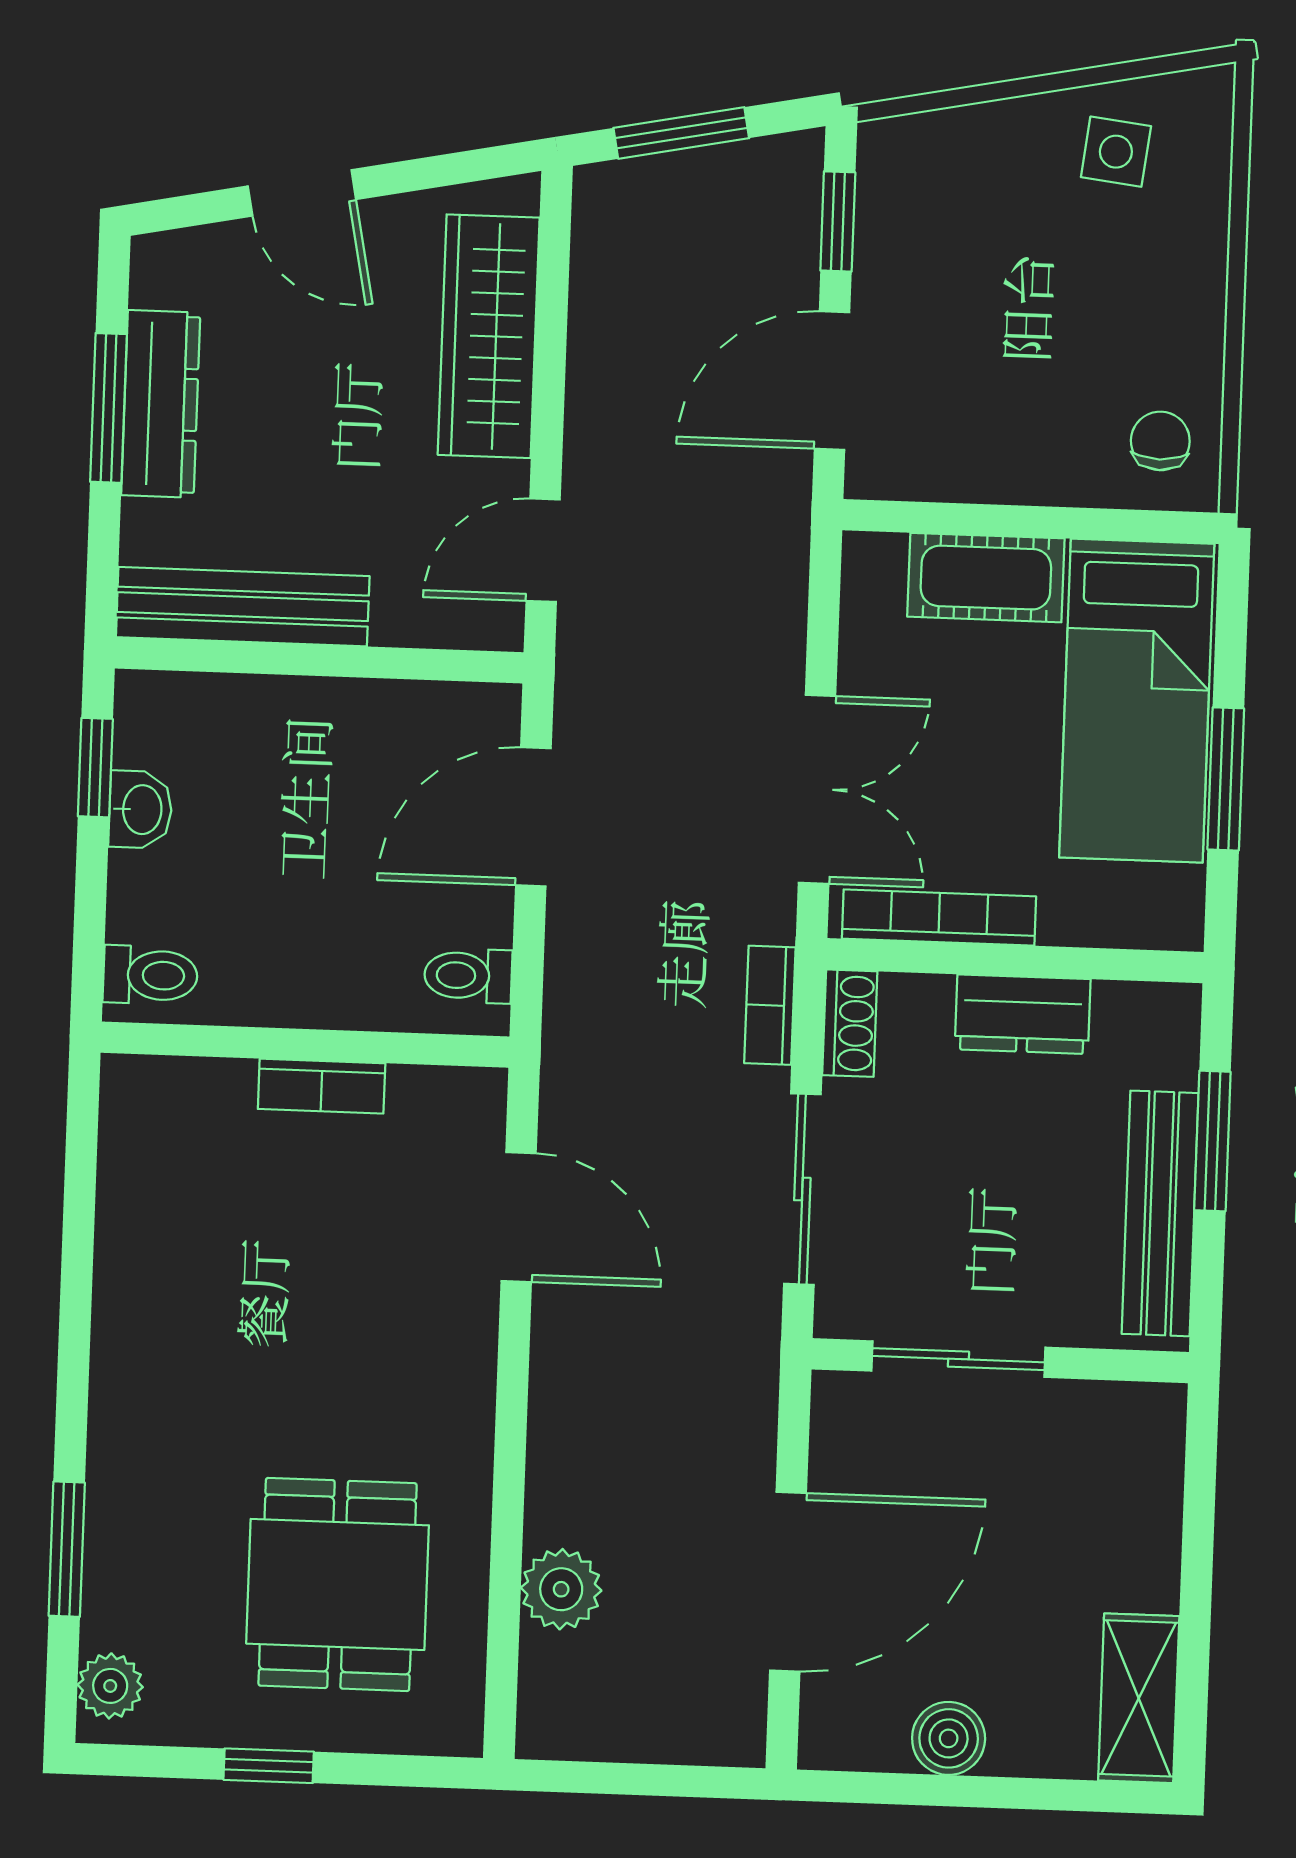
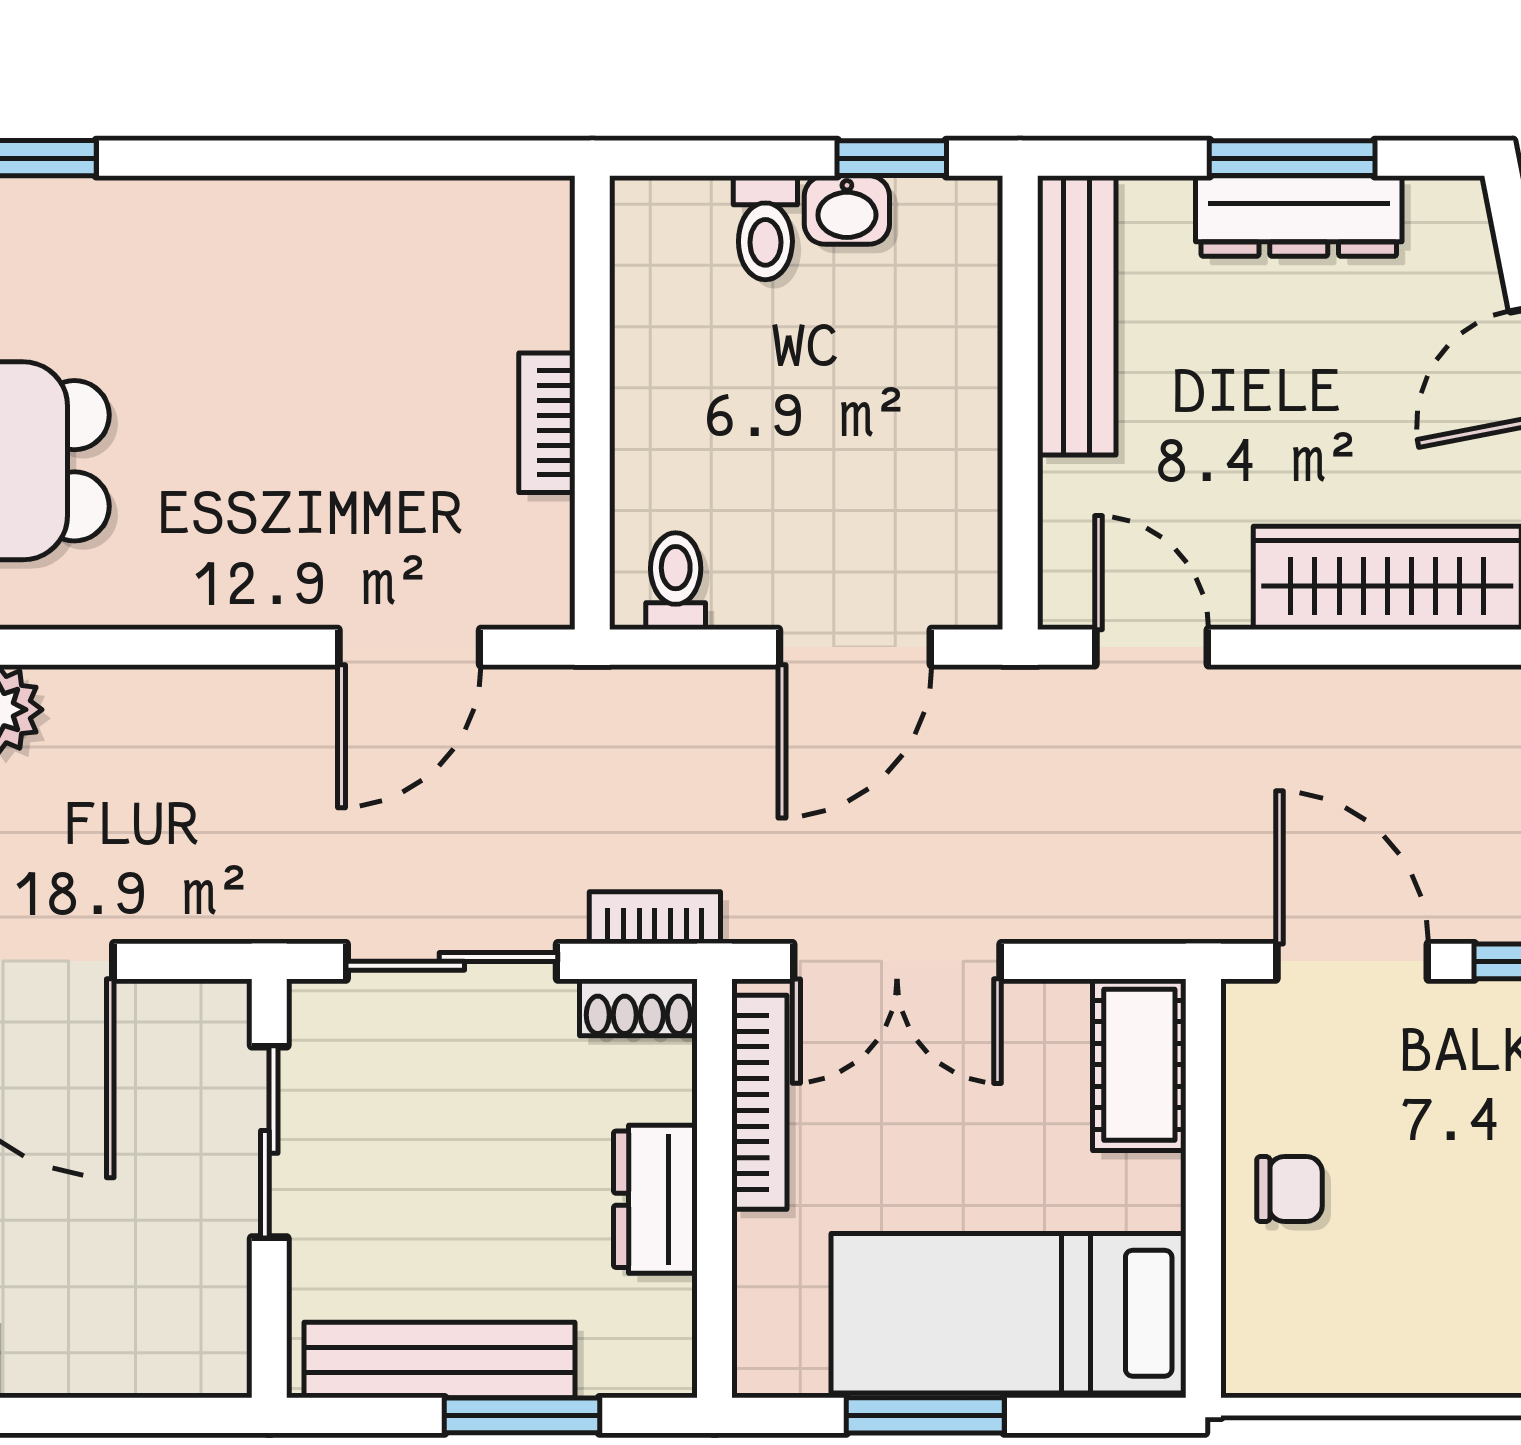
chair: (1160, 441) -> (1289, 1189), moved
cot: (986, 578) -> (1139, 1065), moved
door: (533, 817) -> (855, 647), swing flipped
toilet: (150, 975) -> (765, 228), moved

